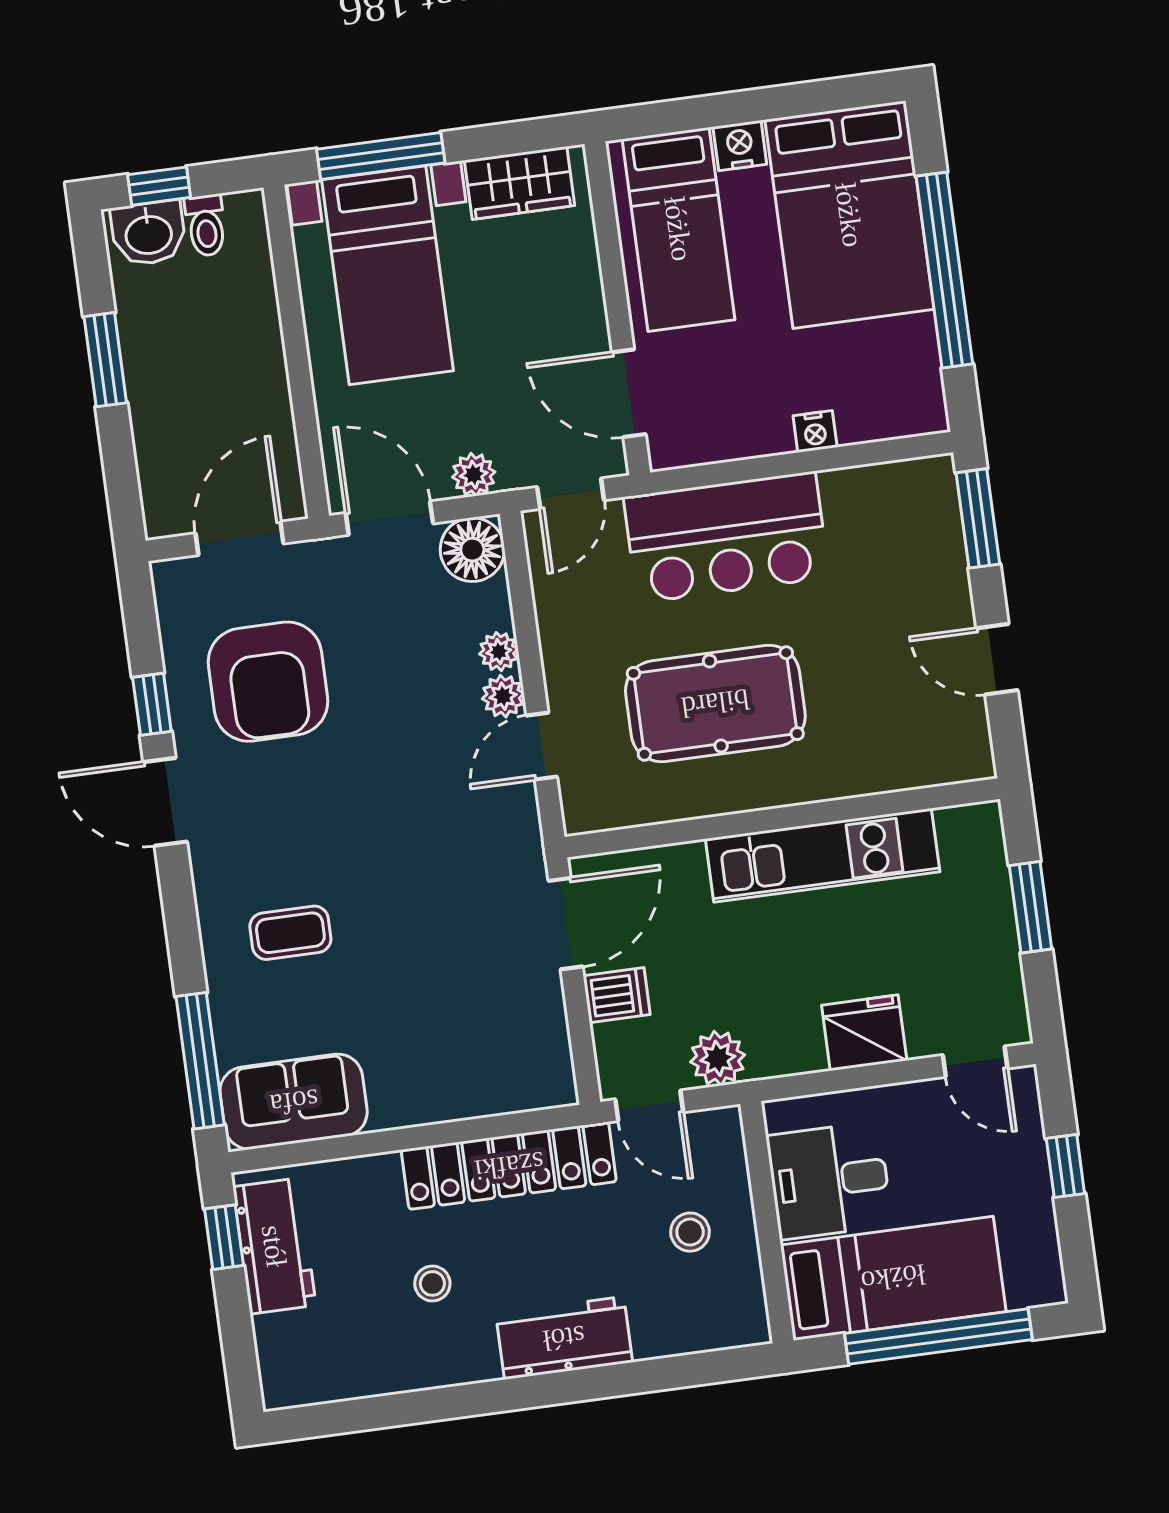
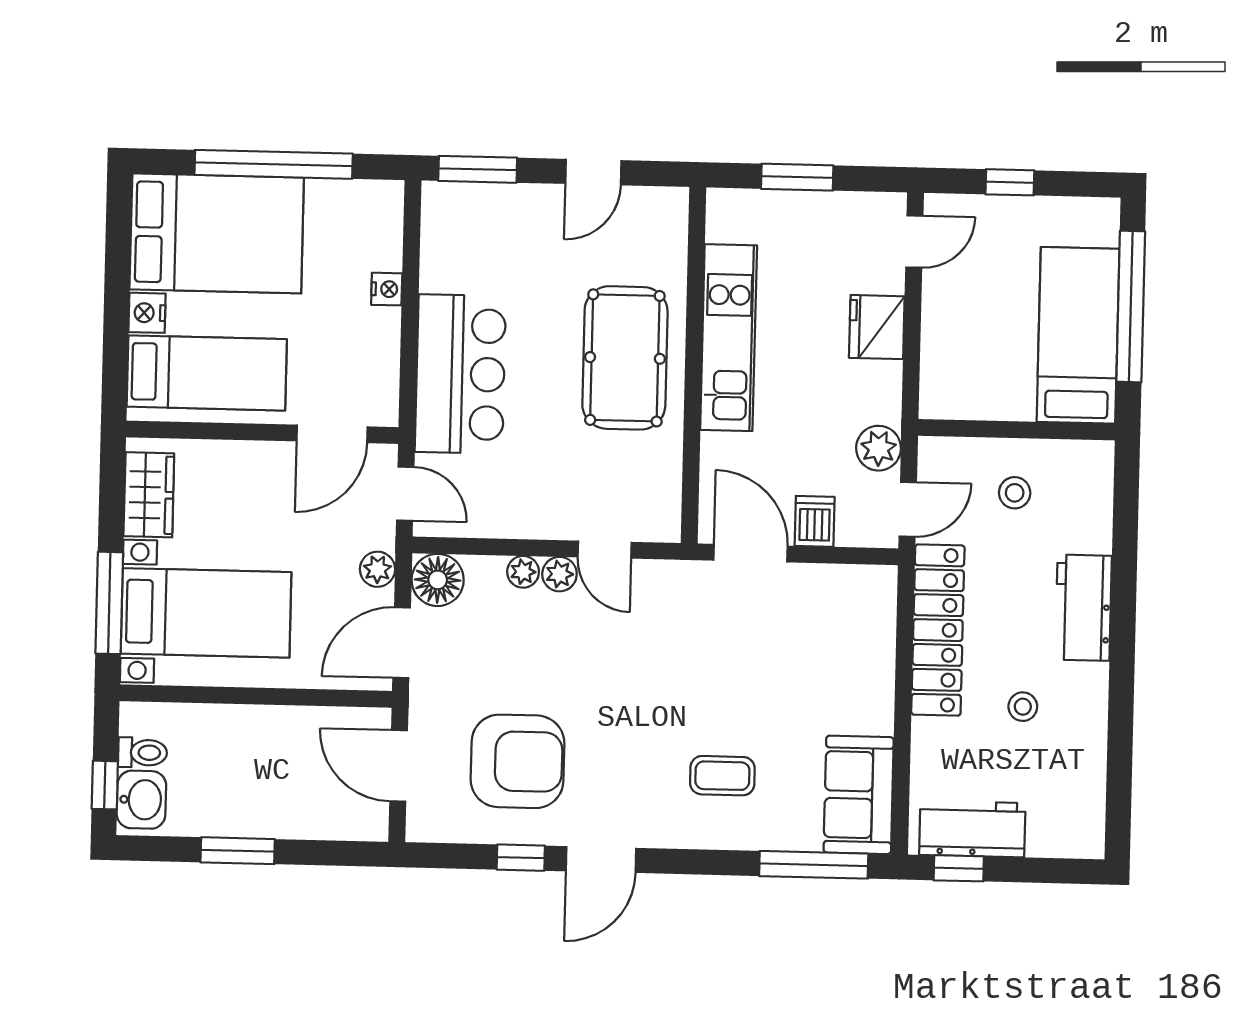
pool table: (715, 703) -> (625, 358), moved
coffee table: (290, 933) -> (722, 776), turned 90
desk: (829, 1181) -> (991, 374), removed

